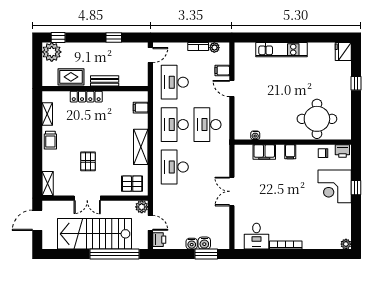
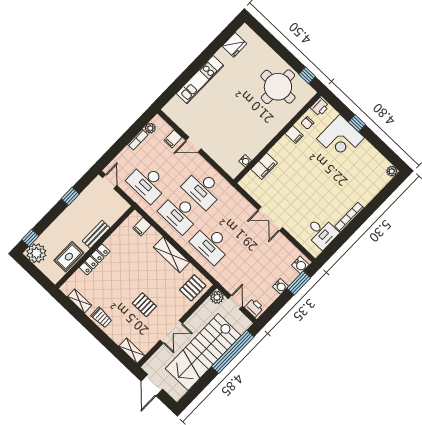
fridge: (343, 52) -> (234, 45), moved, turned -90
window: (356, 83) -> (307, 75), moved
round table: (317, 119) -> (278, 87), moved
filing cabinet: (290, 152) -> (294, 135), moved
door: (150, 223) -> (235, 302), hinge flipped
water cooler: (204, 243) -> (300, 265), moved

